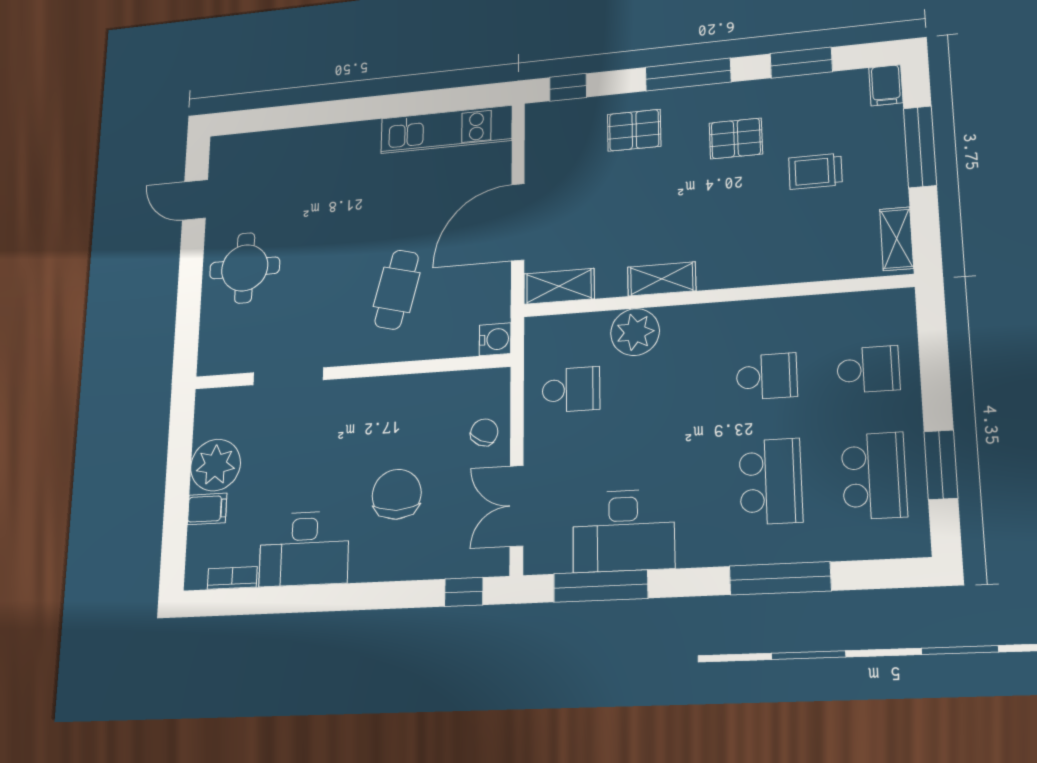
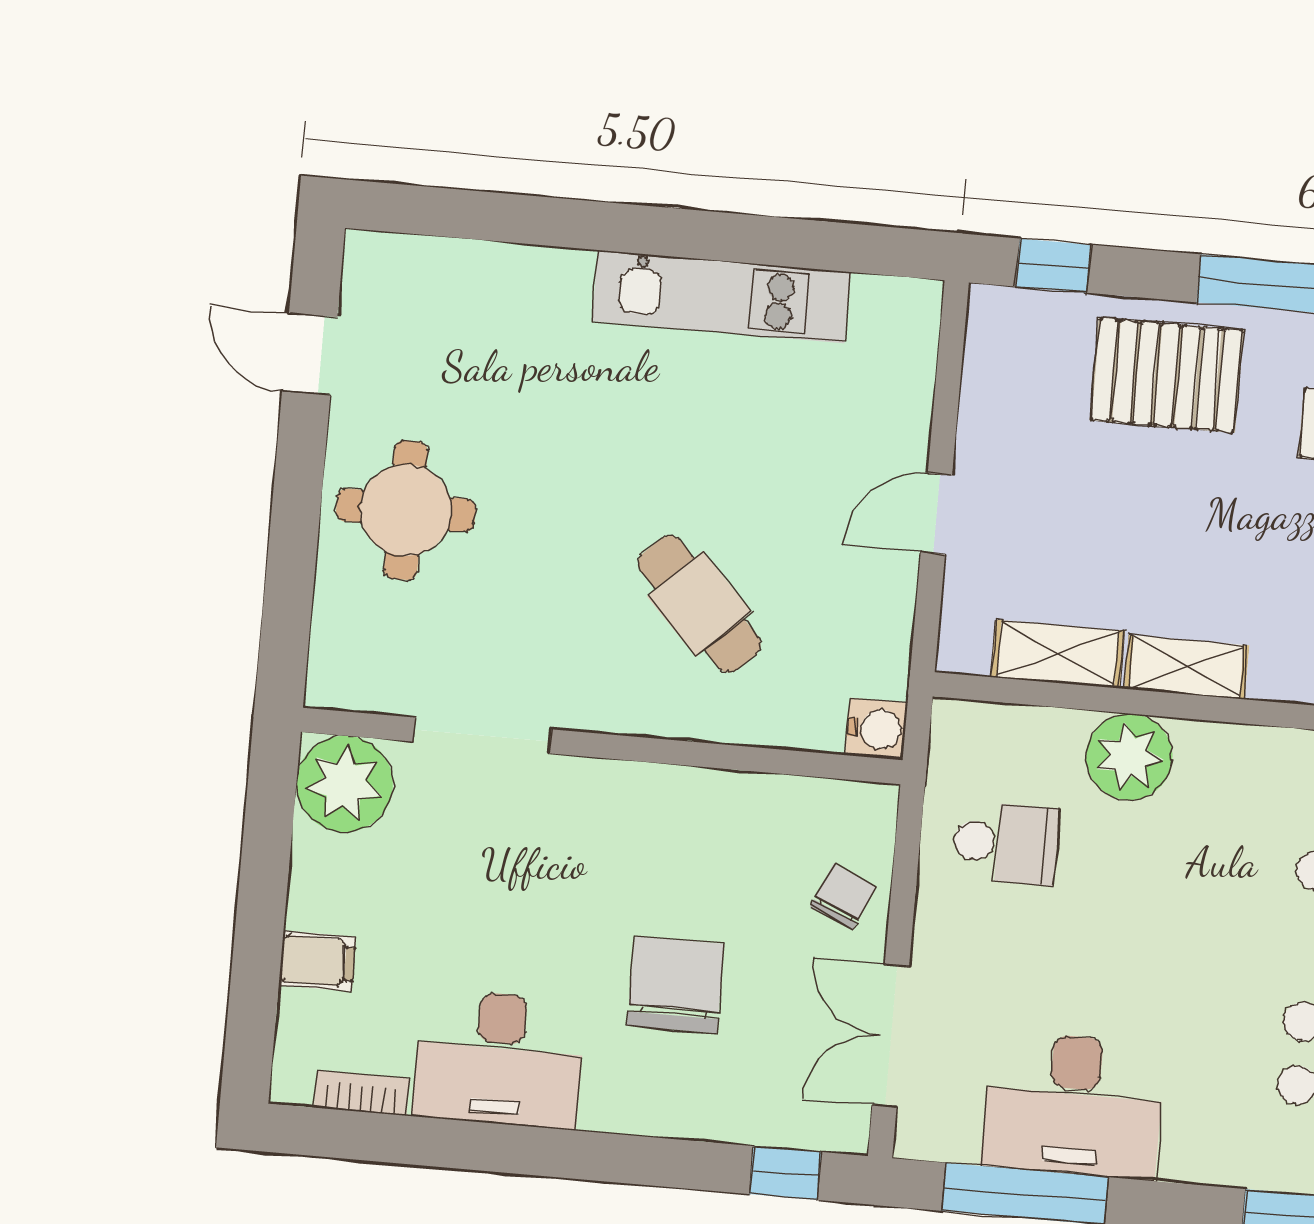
kitchen unit: (446, 129) -> (721, 297), moved
pallet: (634, 130) -> (1167, 375), width x1.50, depth x1.42
door: (518, 222) -> (936, 514), width x0.53
shelving: (559, 286) -> (1058, 654), moved
cafe table: (397, 290) -> (699, 604), turned -58
plant: (216, 465) -> (345, 784), moved

